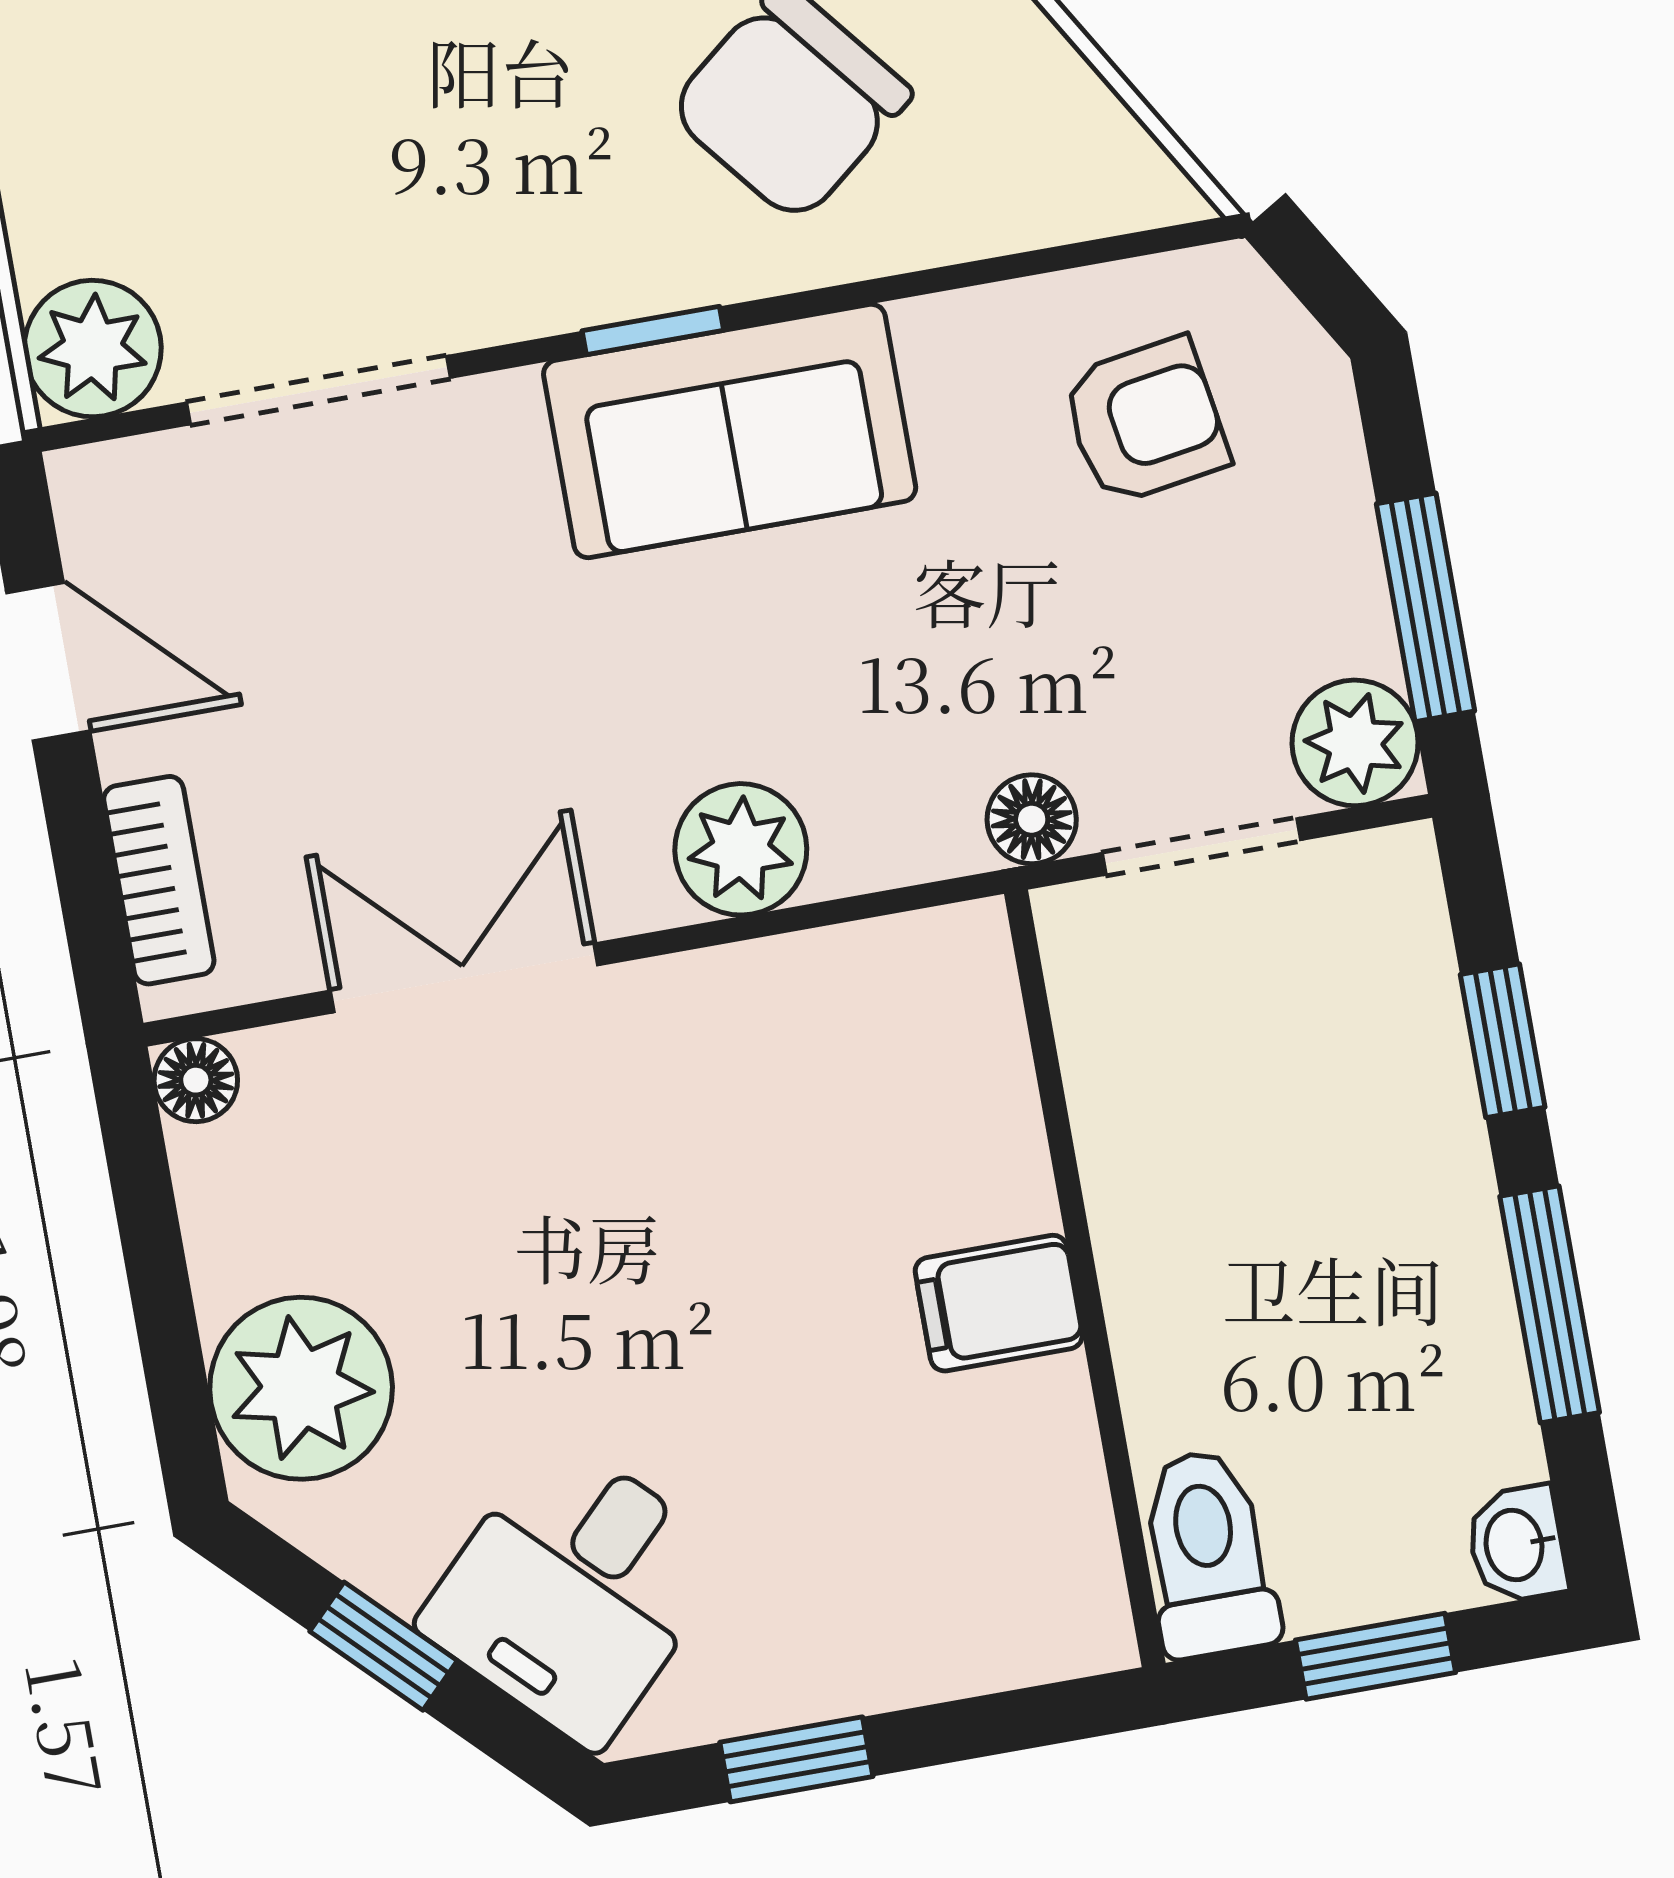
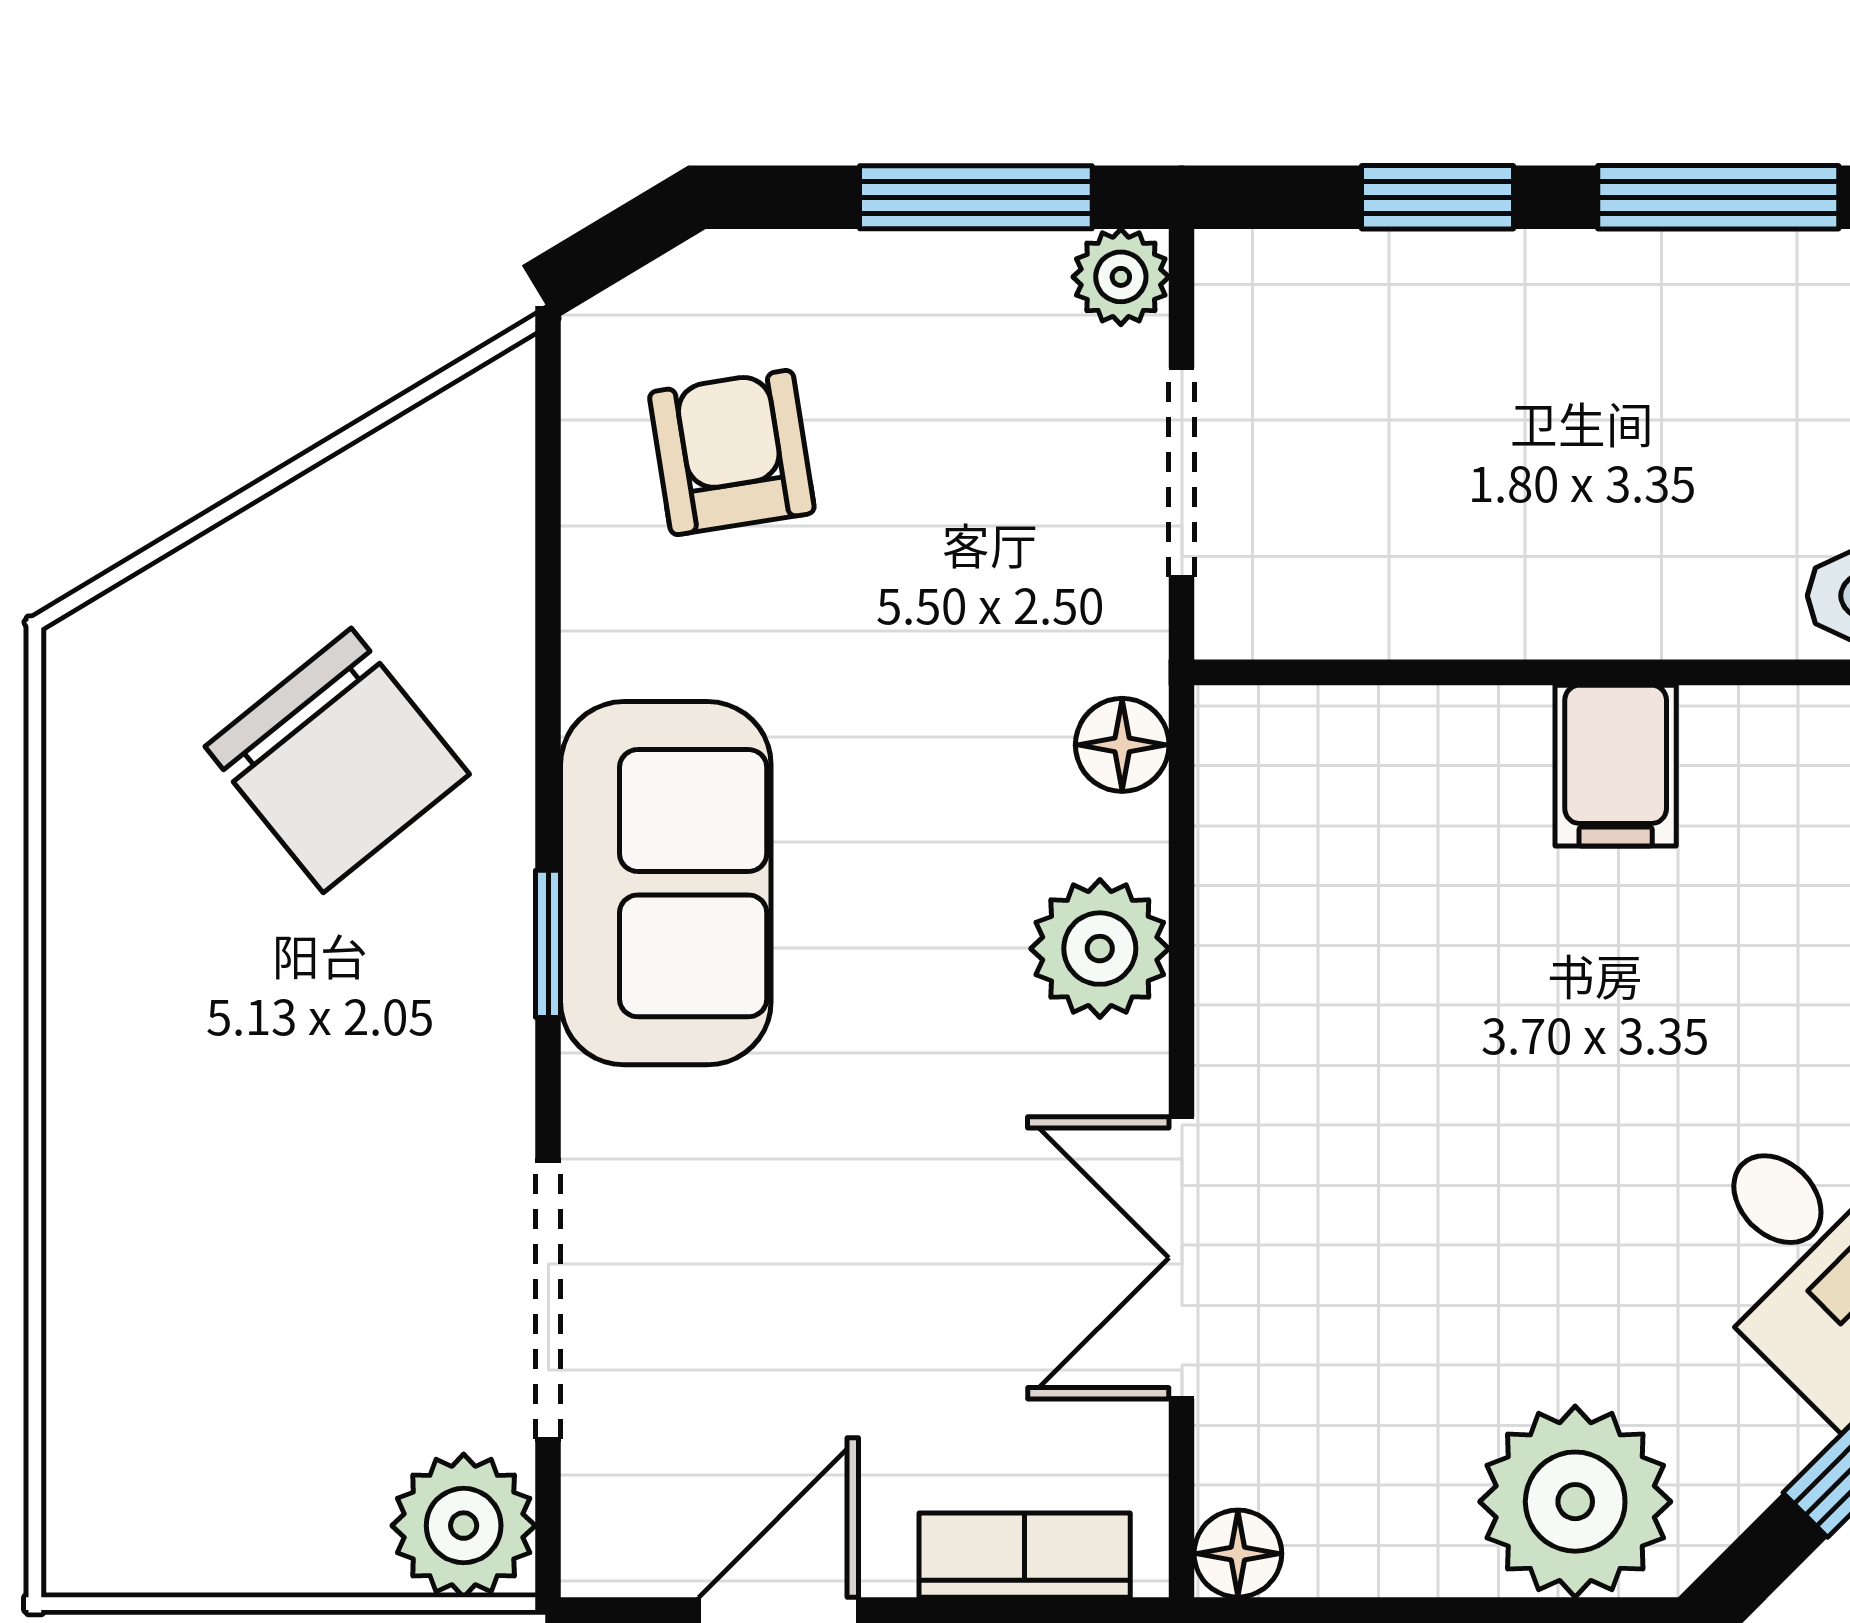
plant: (1355, 743) -> (1121, 277), width x0.73, depth x0.73
floor lamp: (1032, 819) -> (1122, 745), moved

